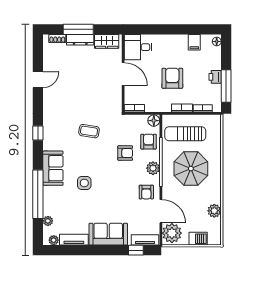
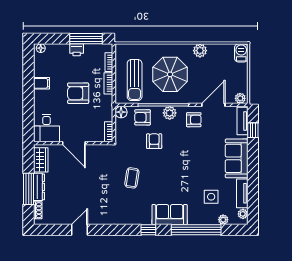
filing cabinet: (194, 42) -> (42, 83), moved
door: (123, 74) -> (74, 143), swing flipped
door: (38, 80) -> (80, 230), hinge flipped
window: (38, 133) -> (148, 230), moved
side table: (84, 183) -> (211, 197), moved
plant: (214, 211) -> (200, 51), moved
plant: (172, 233) -> (240, 98), width x0.53, depth x0.53
barbecue: (198, 239) -> (241, 53), moved

